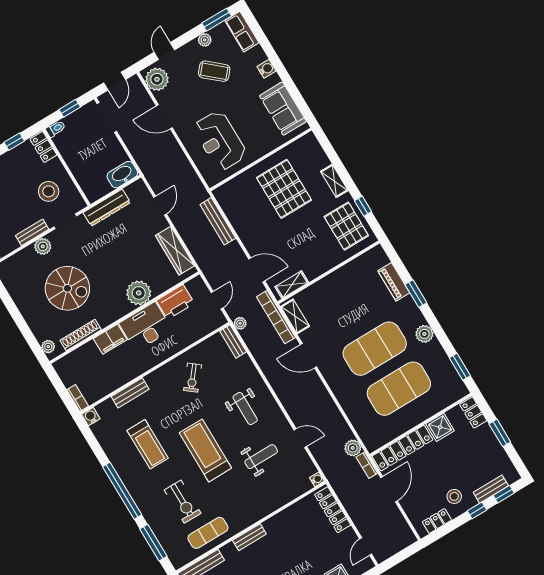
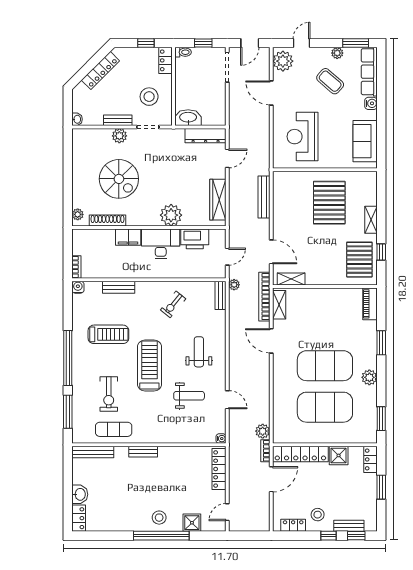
row of seats: (242, 32) -> (369, 72), width x1.48
washbasin: (122, 175) -> (188, 118), moved
dresser: (107, 208) -> (206, 136), moved
piano: (394, 282) -> (370, 304), moved
weight bench: (245, 408) -> (199, 352), turned 180
treadmill: (148, 444) -> (108, 334), turned -90

